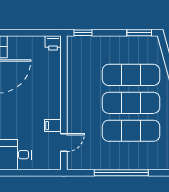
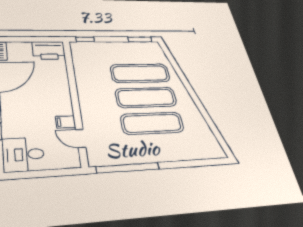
printer: (53, 43) -> (49, 50), width x1.87, depth x1.48
door: (64, 143) -> (81, 138), swing flipped
window: (121, 173) -> (128, 168), moved

